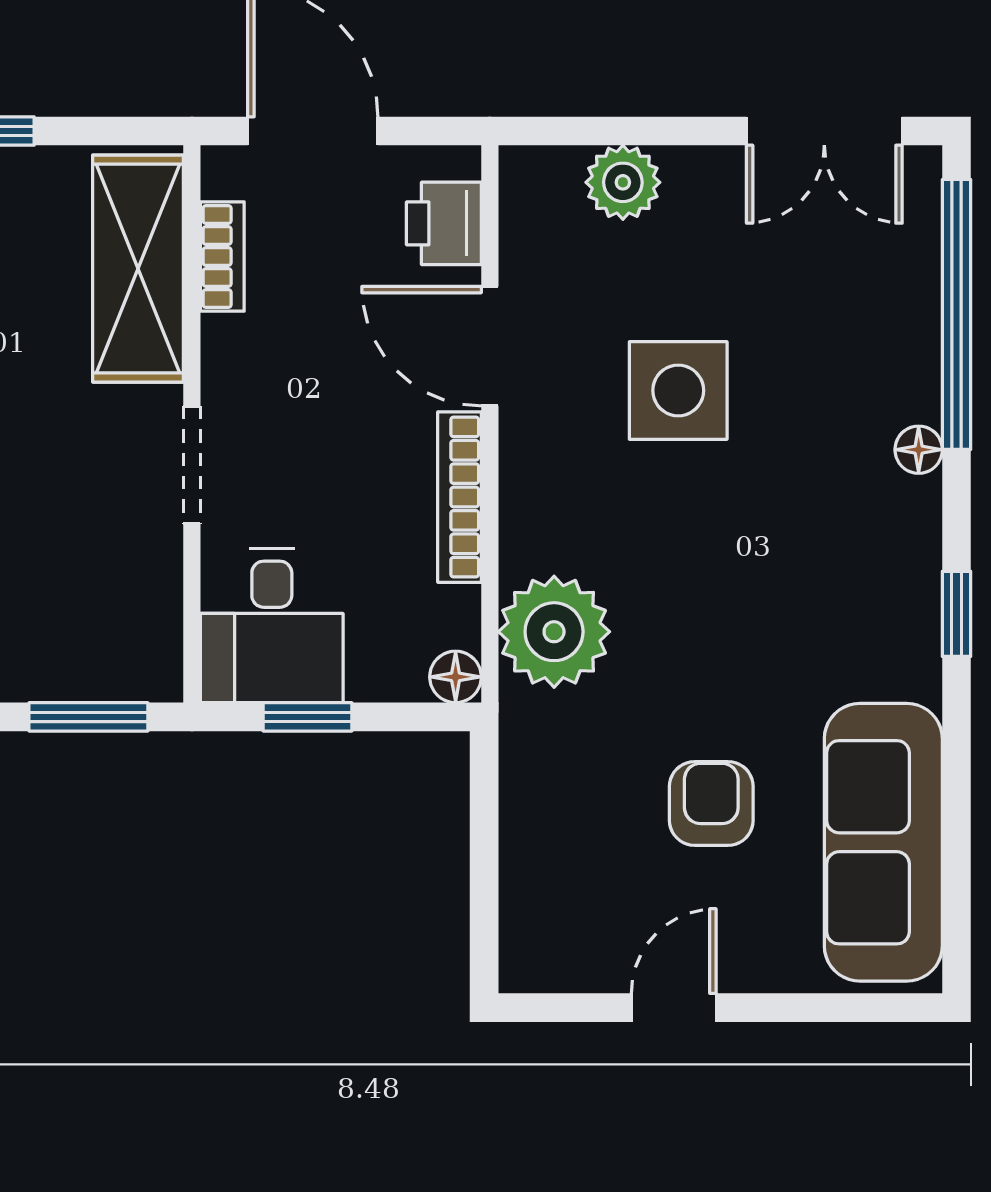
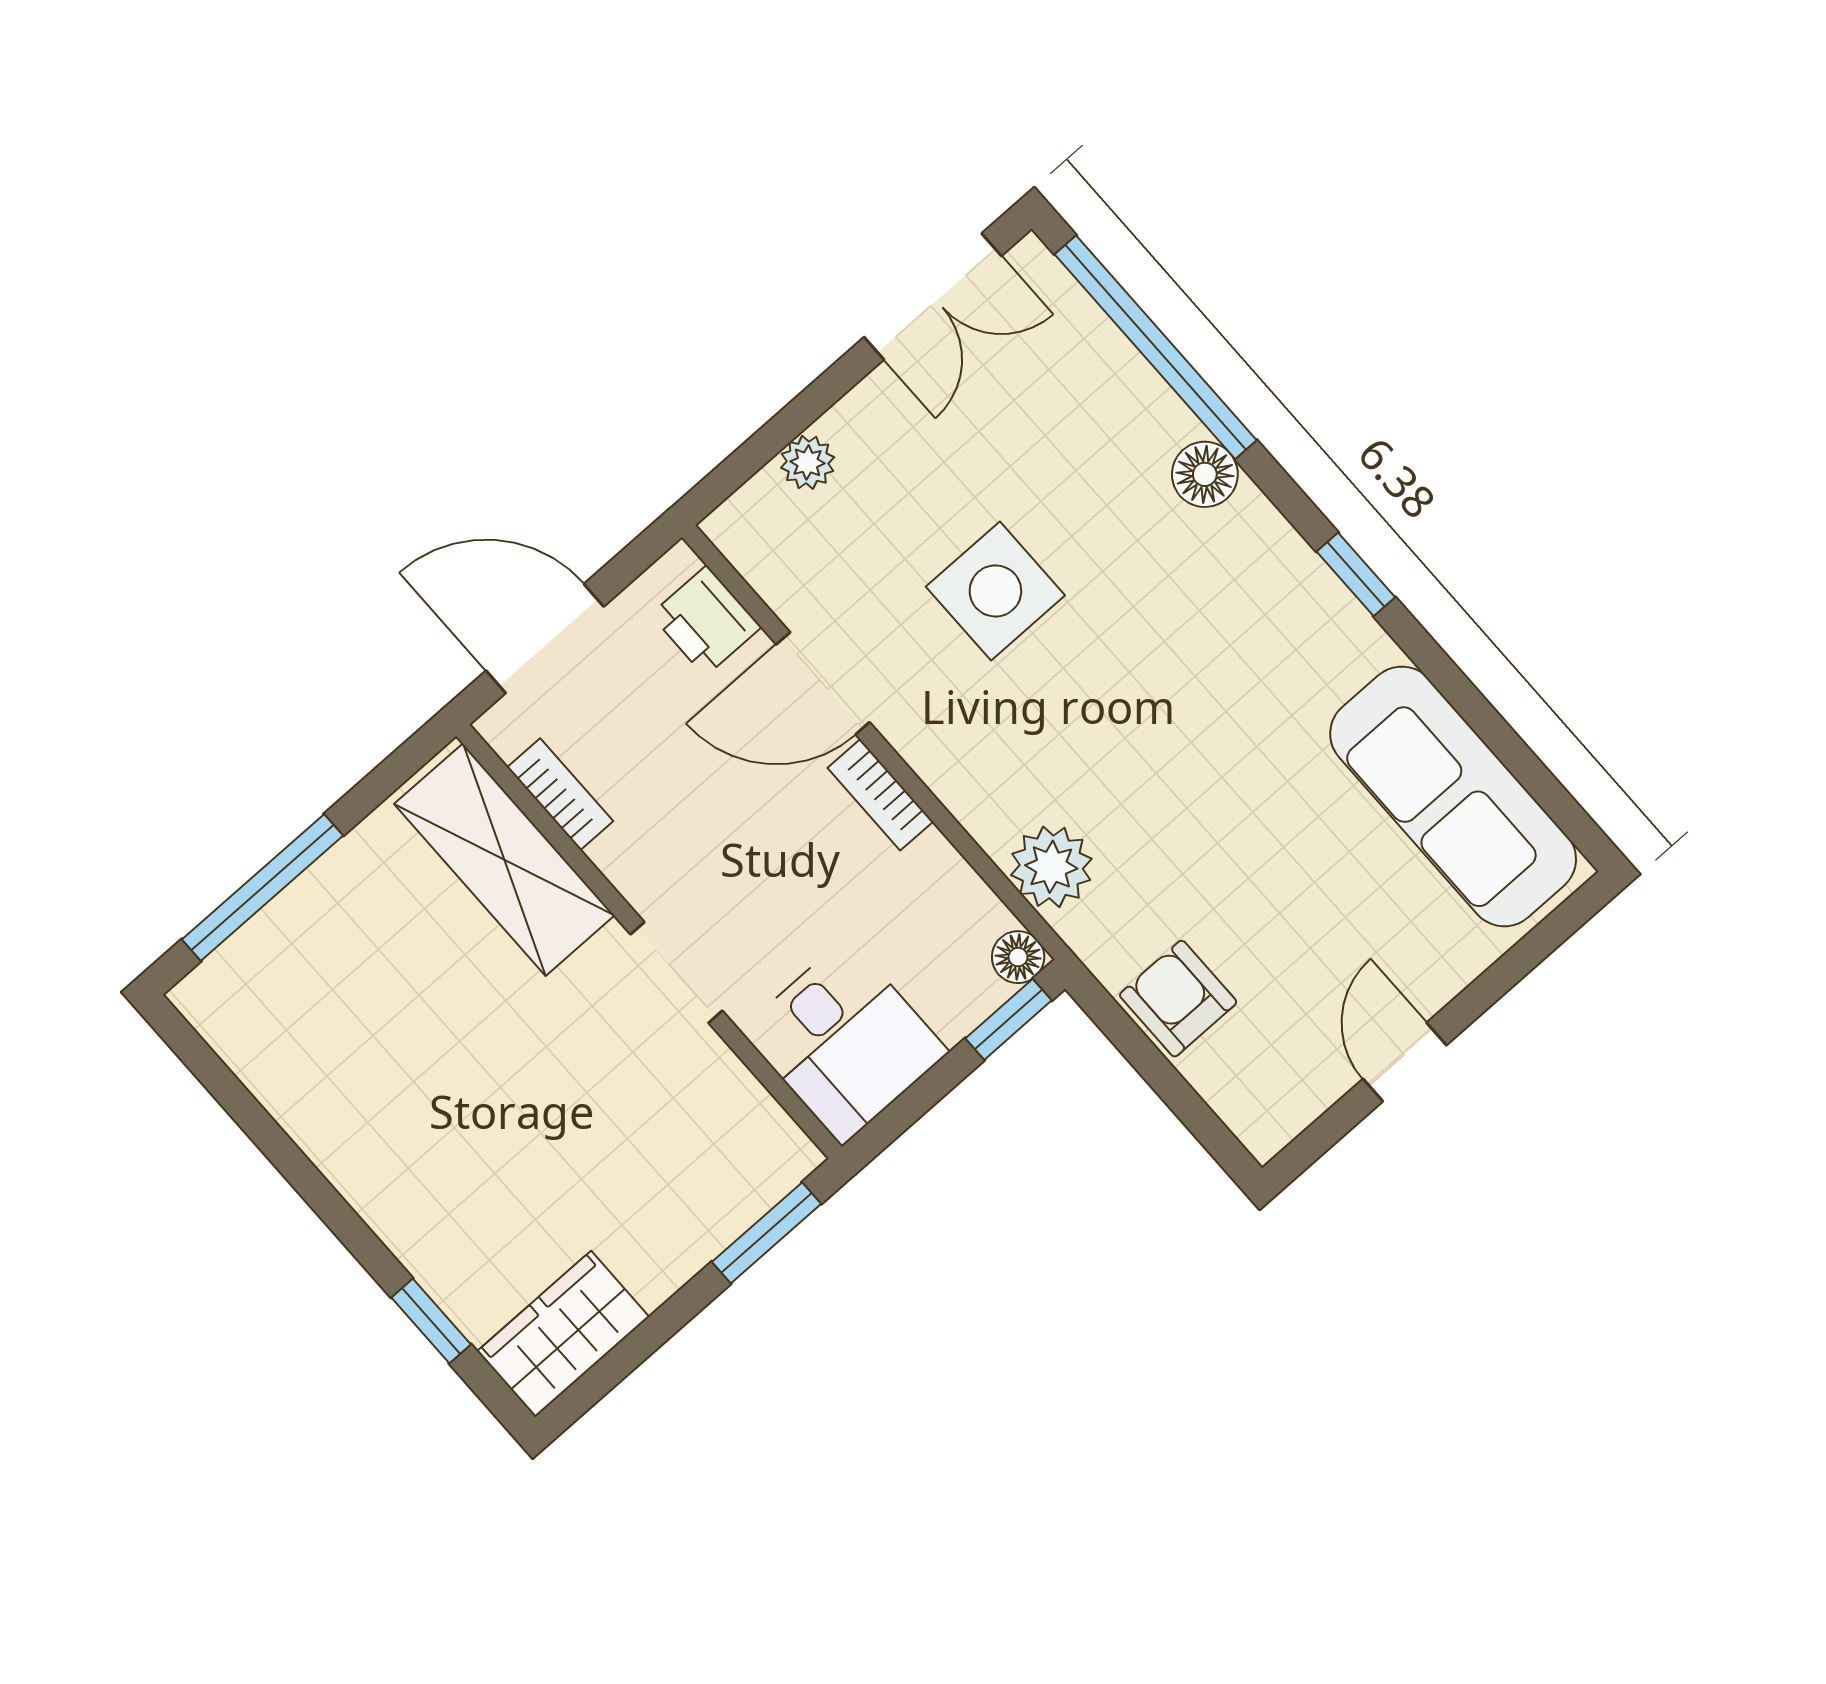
plant: (623, 182) -> (808, 462), width x0.73, depth x0.73
floor lamp: (919, 450) -> (1205, 474), width x1.37, depth x1.37
bookcase: (459, 497) -> (880, 795), width x0.64
plant: (554, 632) -> (1051, 867), width x0.73, depth x0.73
window: (307, 717) -> (1008, 1019), moved
armchair: (711, 803) -> (1178, 999), moved

